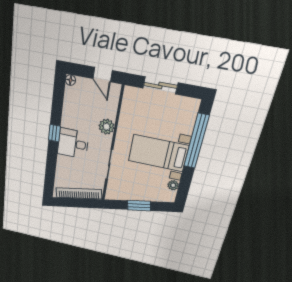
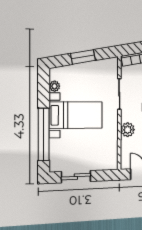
sliding door: (160, 85) -> (76, 177), moved

